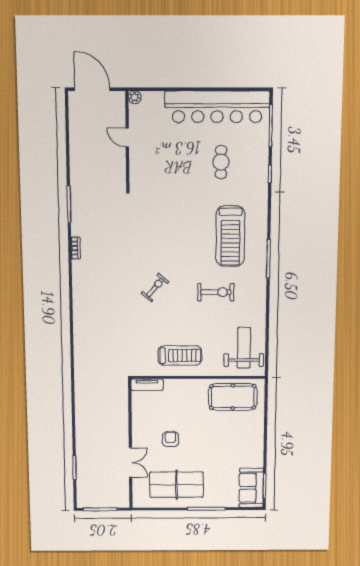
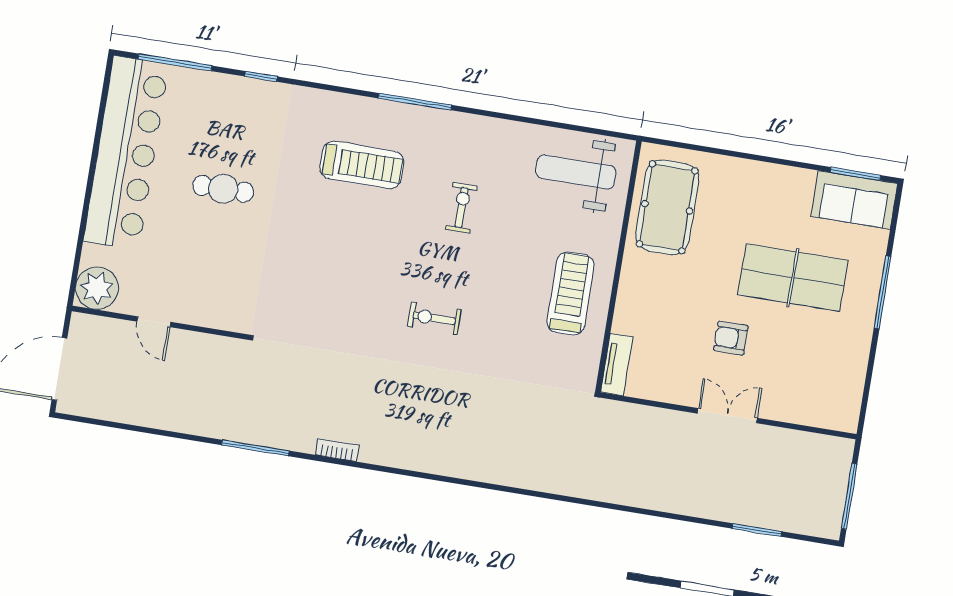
plant: (135, 97) -> (97, 288), width x1.87, depth x1.87
door: (127, 138) -> (154, 322), hinge flipped
cafe table: (221, 162) -> (223, 189), moved
treadmill: (230, 236) -> (362, 165), width x0.73, depth x0.73
exercise bike: (155, 288) -> (434, 318), turned -41
exercise bike: (216, 292) -> (461, 208), width x0.73, depth x0.72
double door: (130, 463) -> (727, 416), moved
table tennis table: (177, 485) -> (793, 278), moved, turned 90

